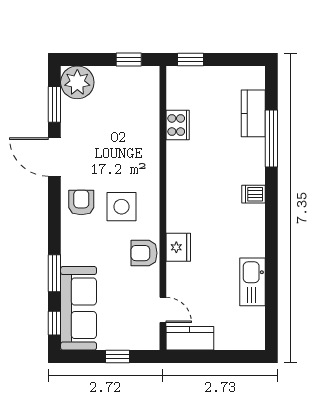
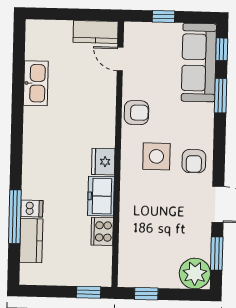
freezer: (180, 163) -> (101, 196), added
dishwasher: (253, 194) -> (32, 209), moved
fridge: (178, 247) -> (103, 162), moved

